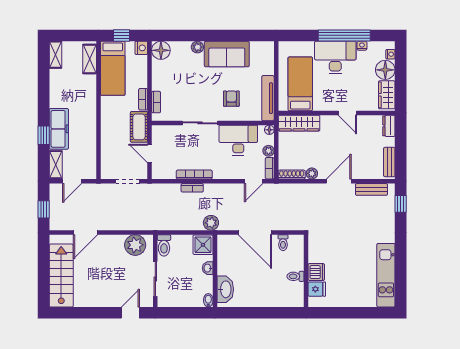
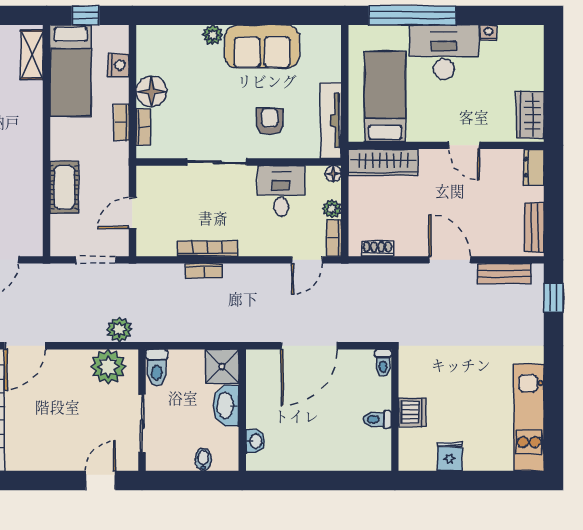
window: (344, 35) -> (412, 15), moved
nightstand: (141, 48) -> (118, 65), moved
floor lamp: (161, 50) -> (151, 92), moved
nightstand: (390, 54) -> (536, 47), removed
floor lamp: (385, 70) -> (528, 73), removed
cot: (139, 127) -> (64, 187), moved
desk: (238, 140) -> (281, 191), width x0.73
door: (150, 153) -> (132, 213), hinge flipped
plant: (312, 173) -> (405, 247), removed
shoe rack: (292, 175) -> (378, 249), width x0.70
door: (339, 181) -> (450, 260), hinge flipped
plant: (211, 223) -> (119, 330), moved
door: (255, 232) -> (309, 346), hinge flipped
toilet: (283, 243) -> (383, 363), moved
washbasin: (208, 268) -> (226, 406), width x1.91, depth x1.45
washbasin: (225, 289) -> (255, 441), width x0.52, depth x0.69
fridge: (317, 289) -> (450, 456), moved, turned -90
bidet: (208, 300) -> (203, 460), moved

